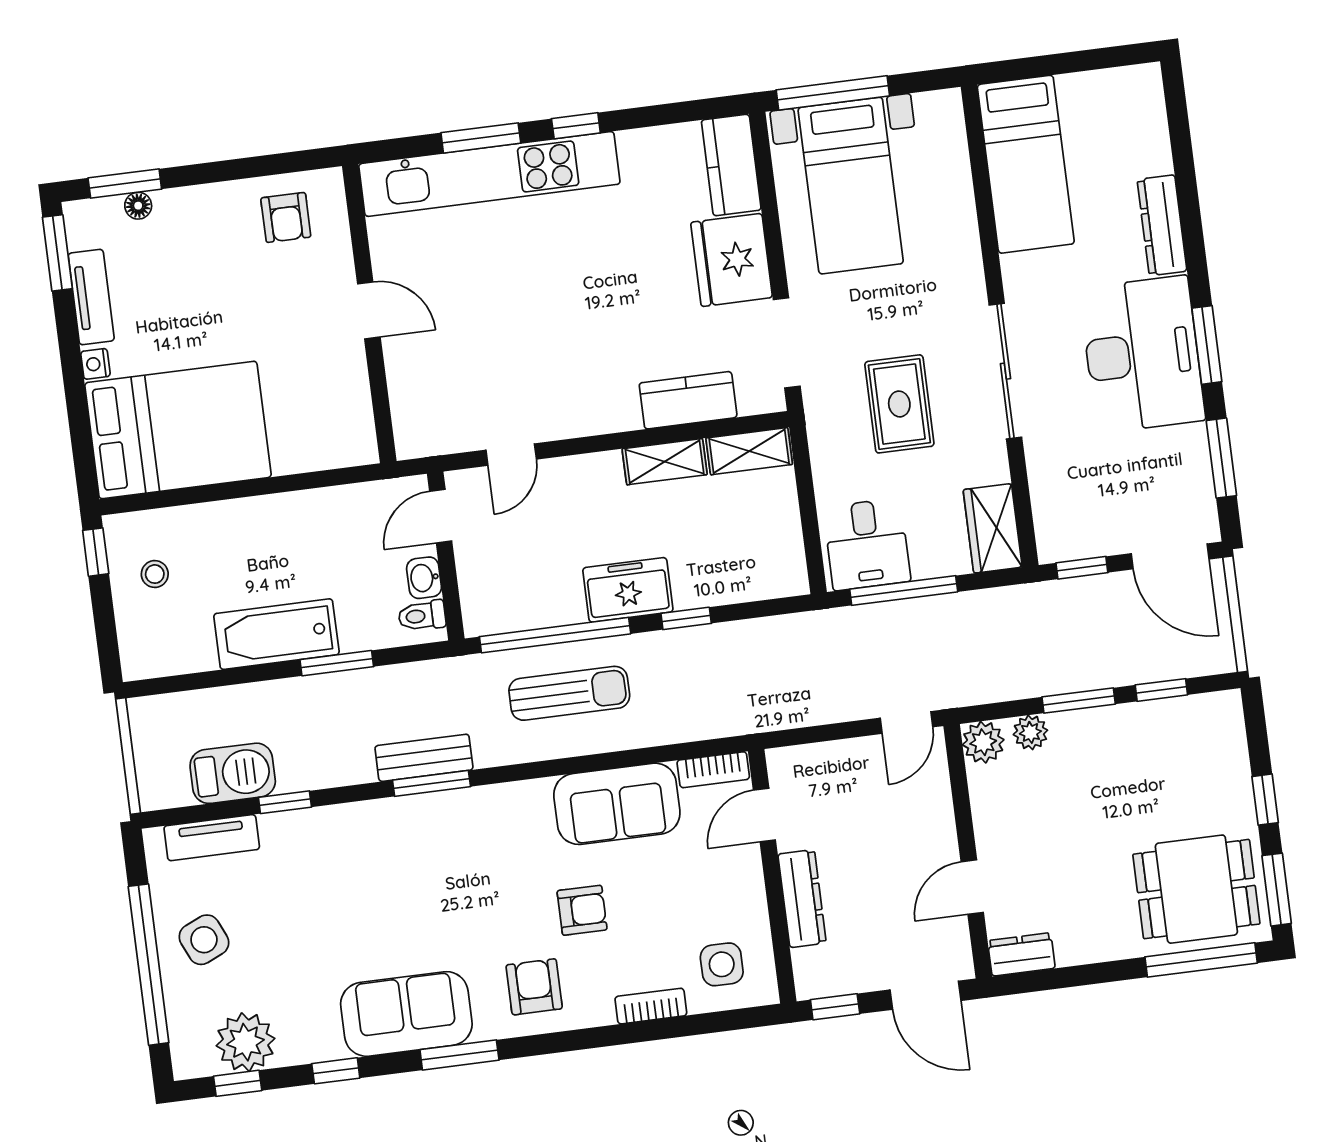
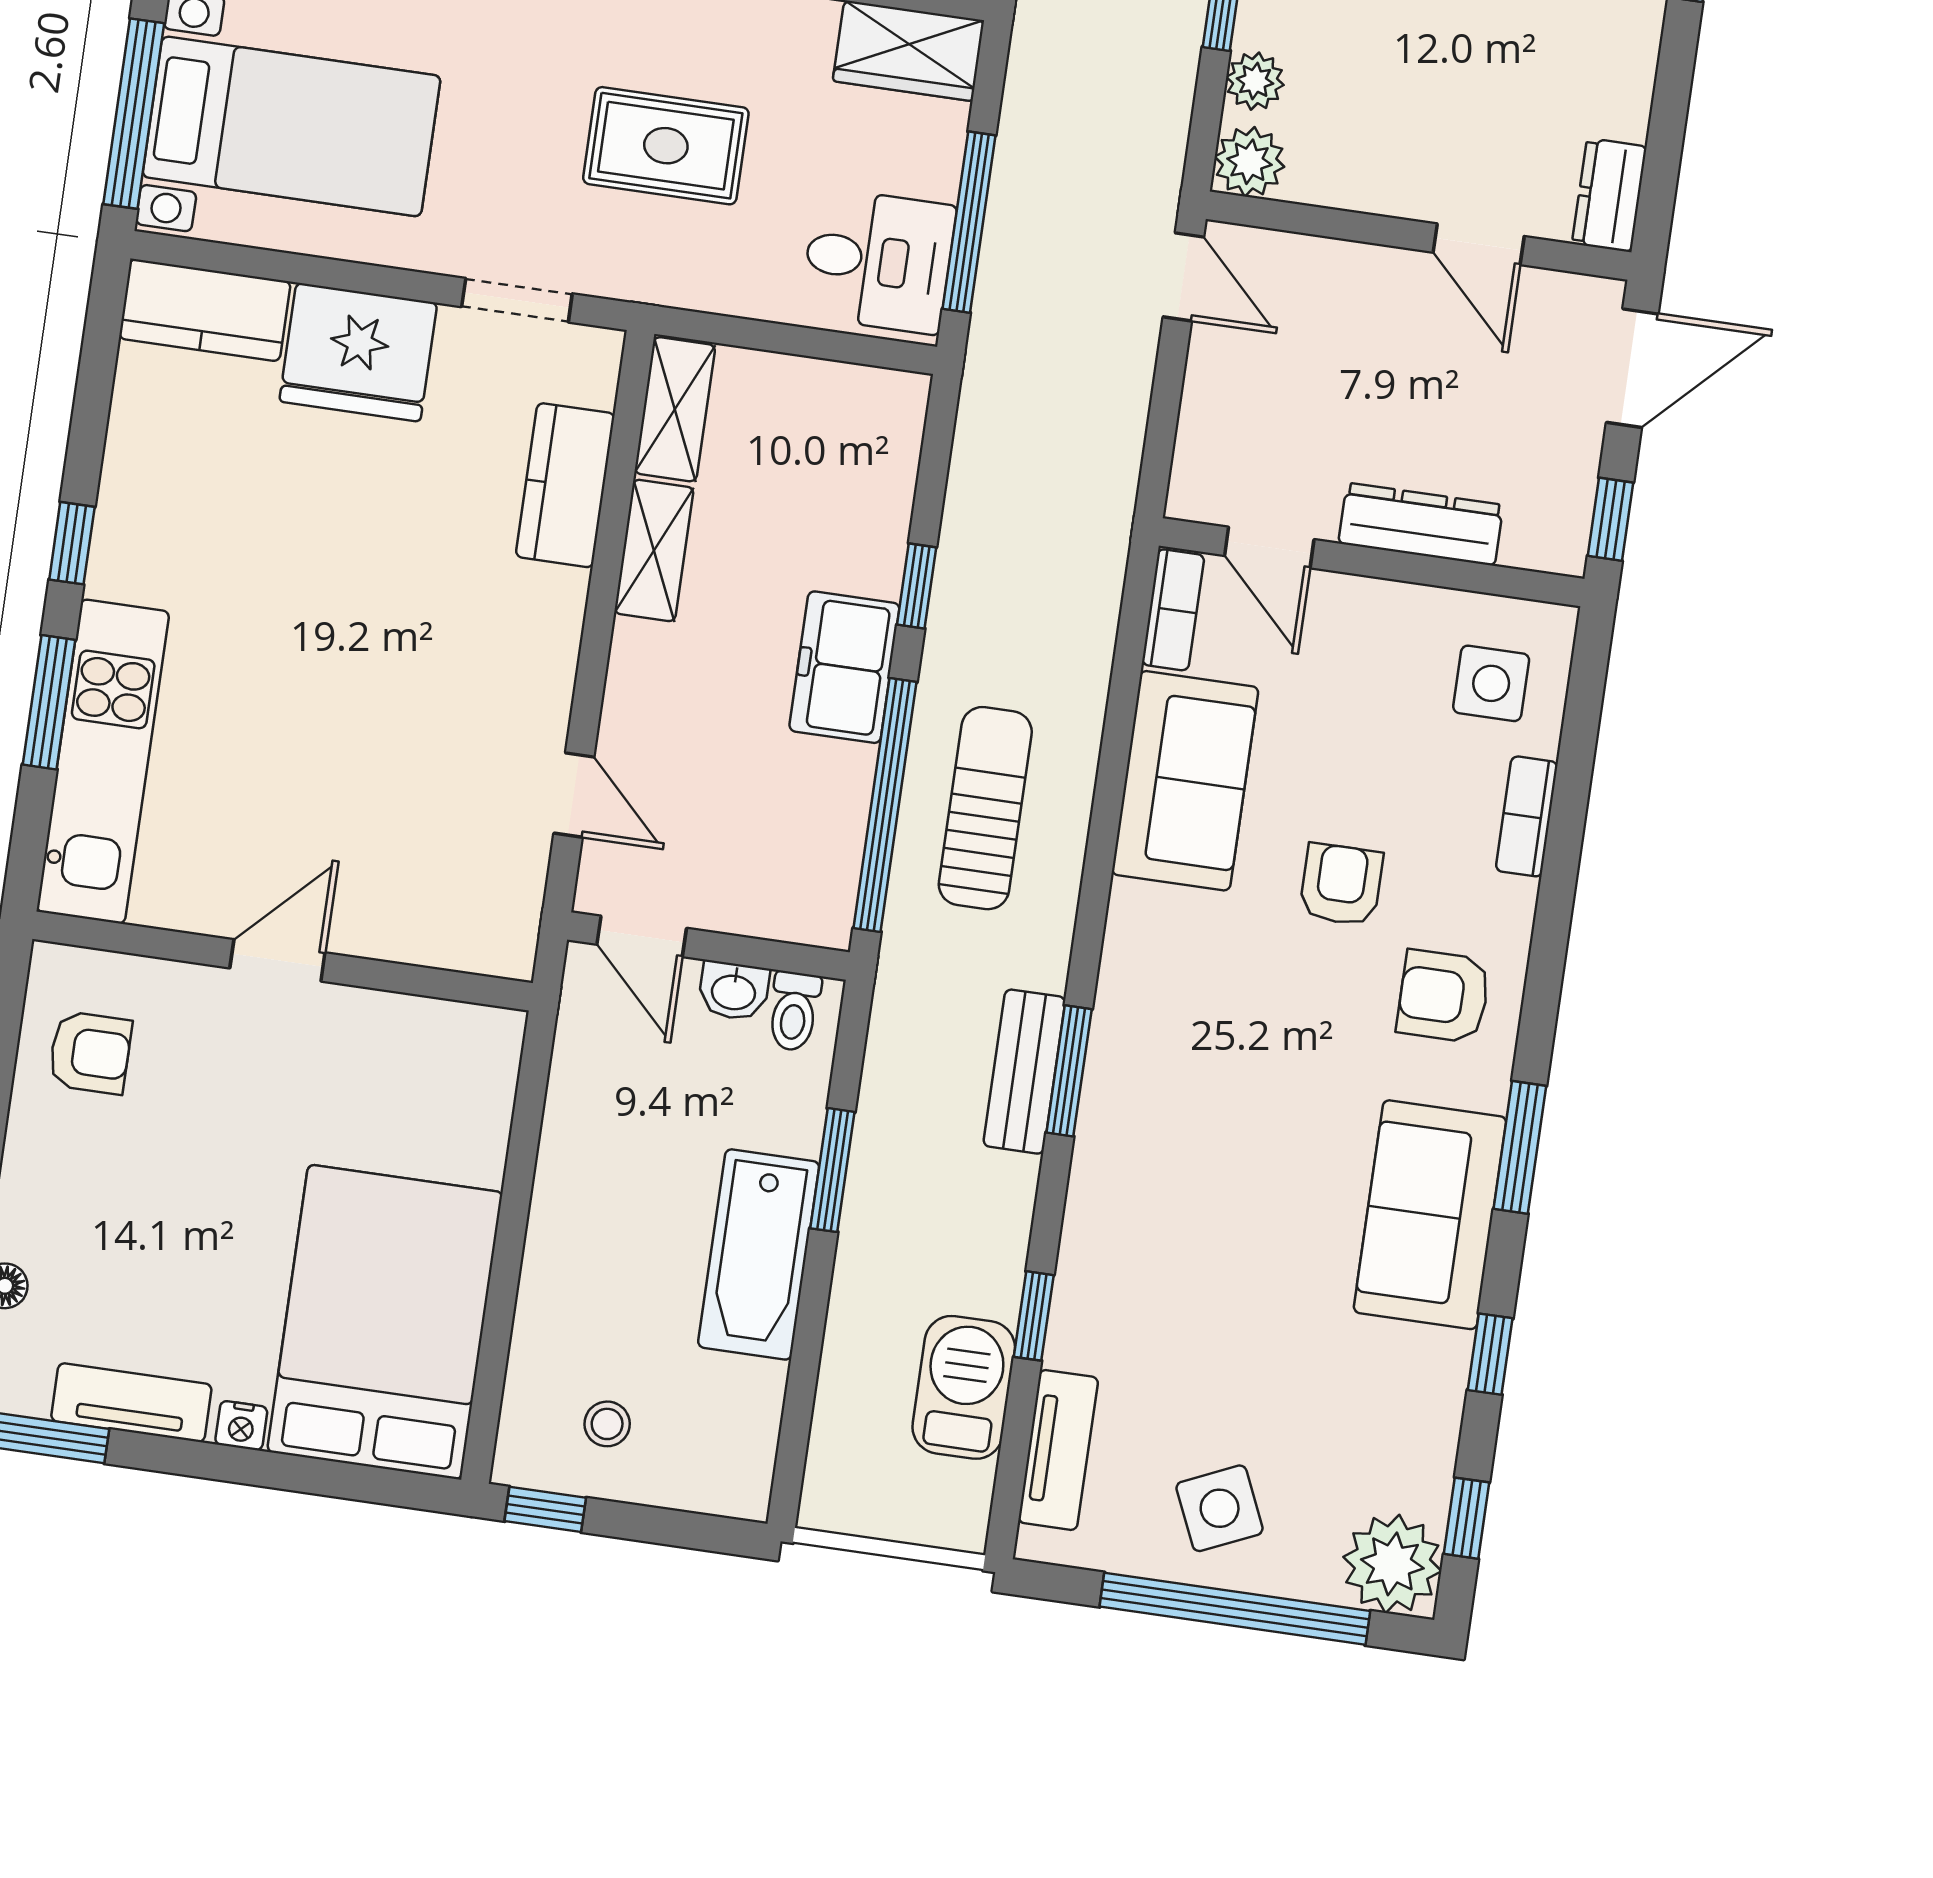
kitchen unit: (489, 174) -> (103, 761), width x0.73
doorway: (787, 343) -> (517, 300), width x0.73
plant: (245, 1042) -> (1392, 1564), moved

